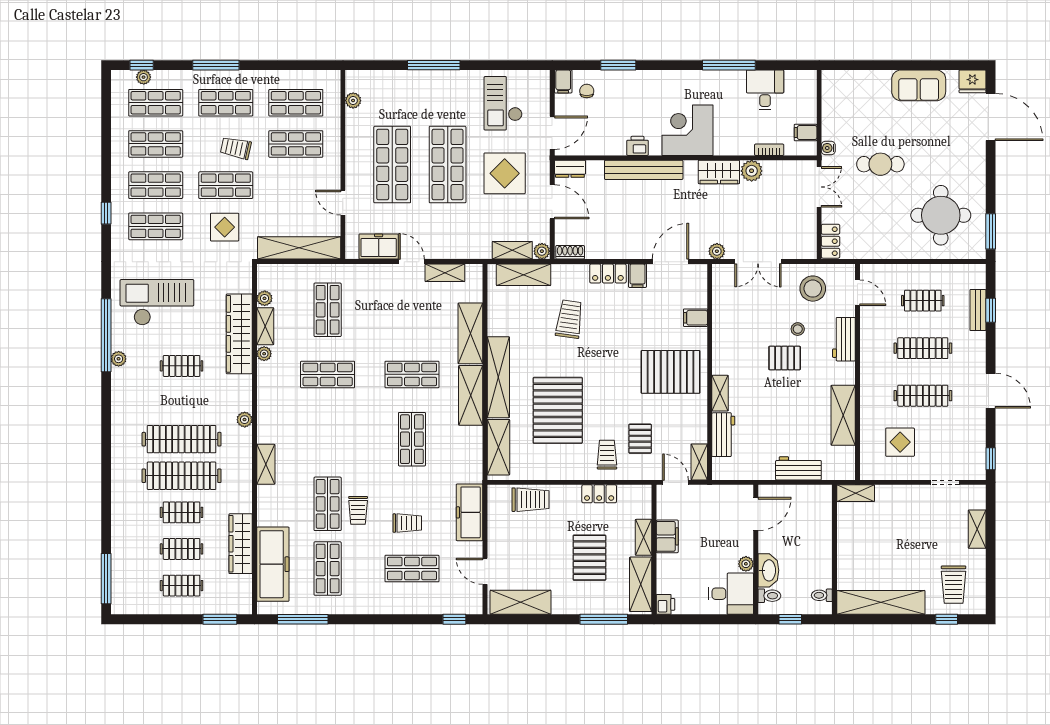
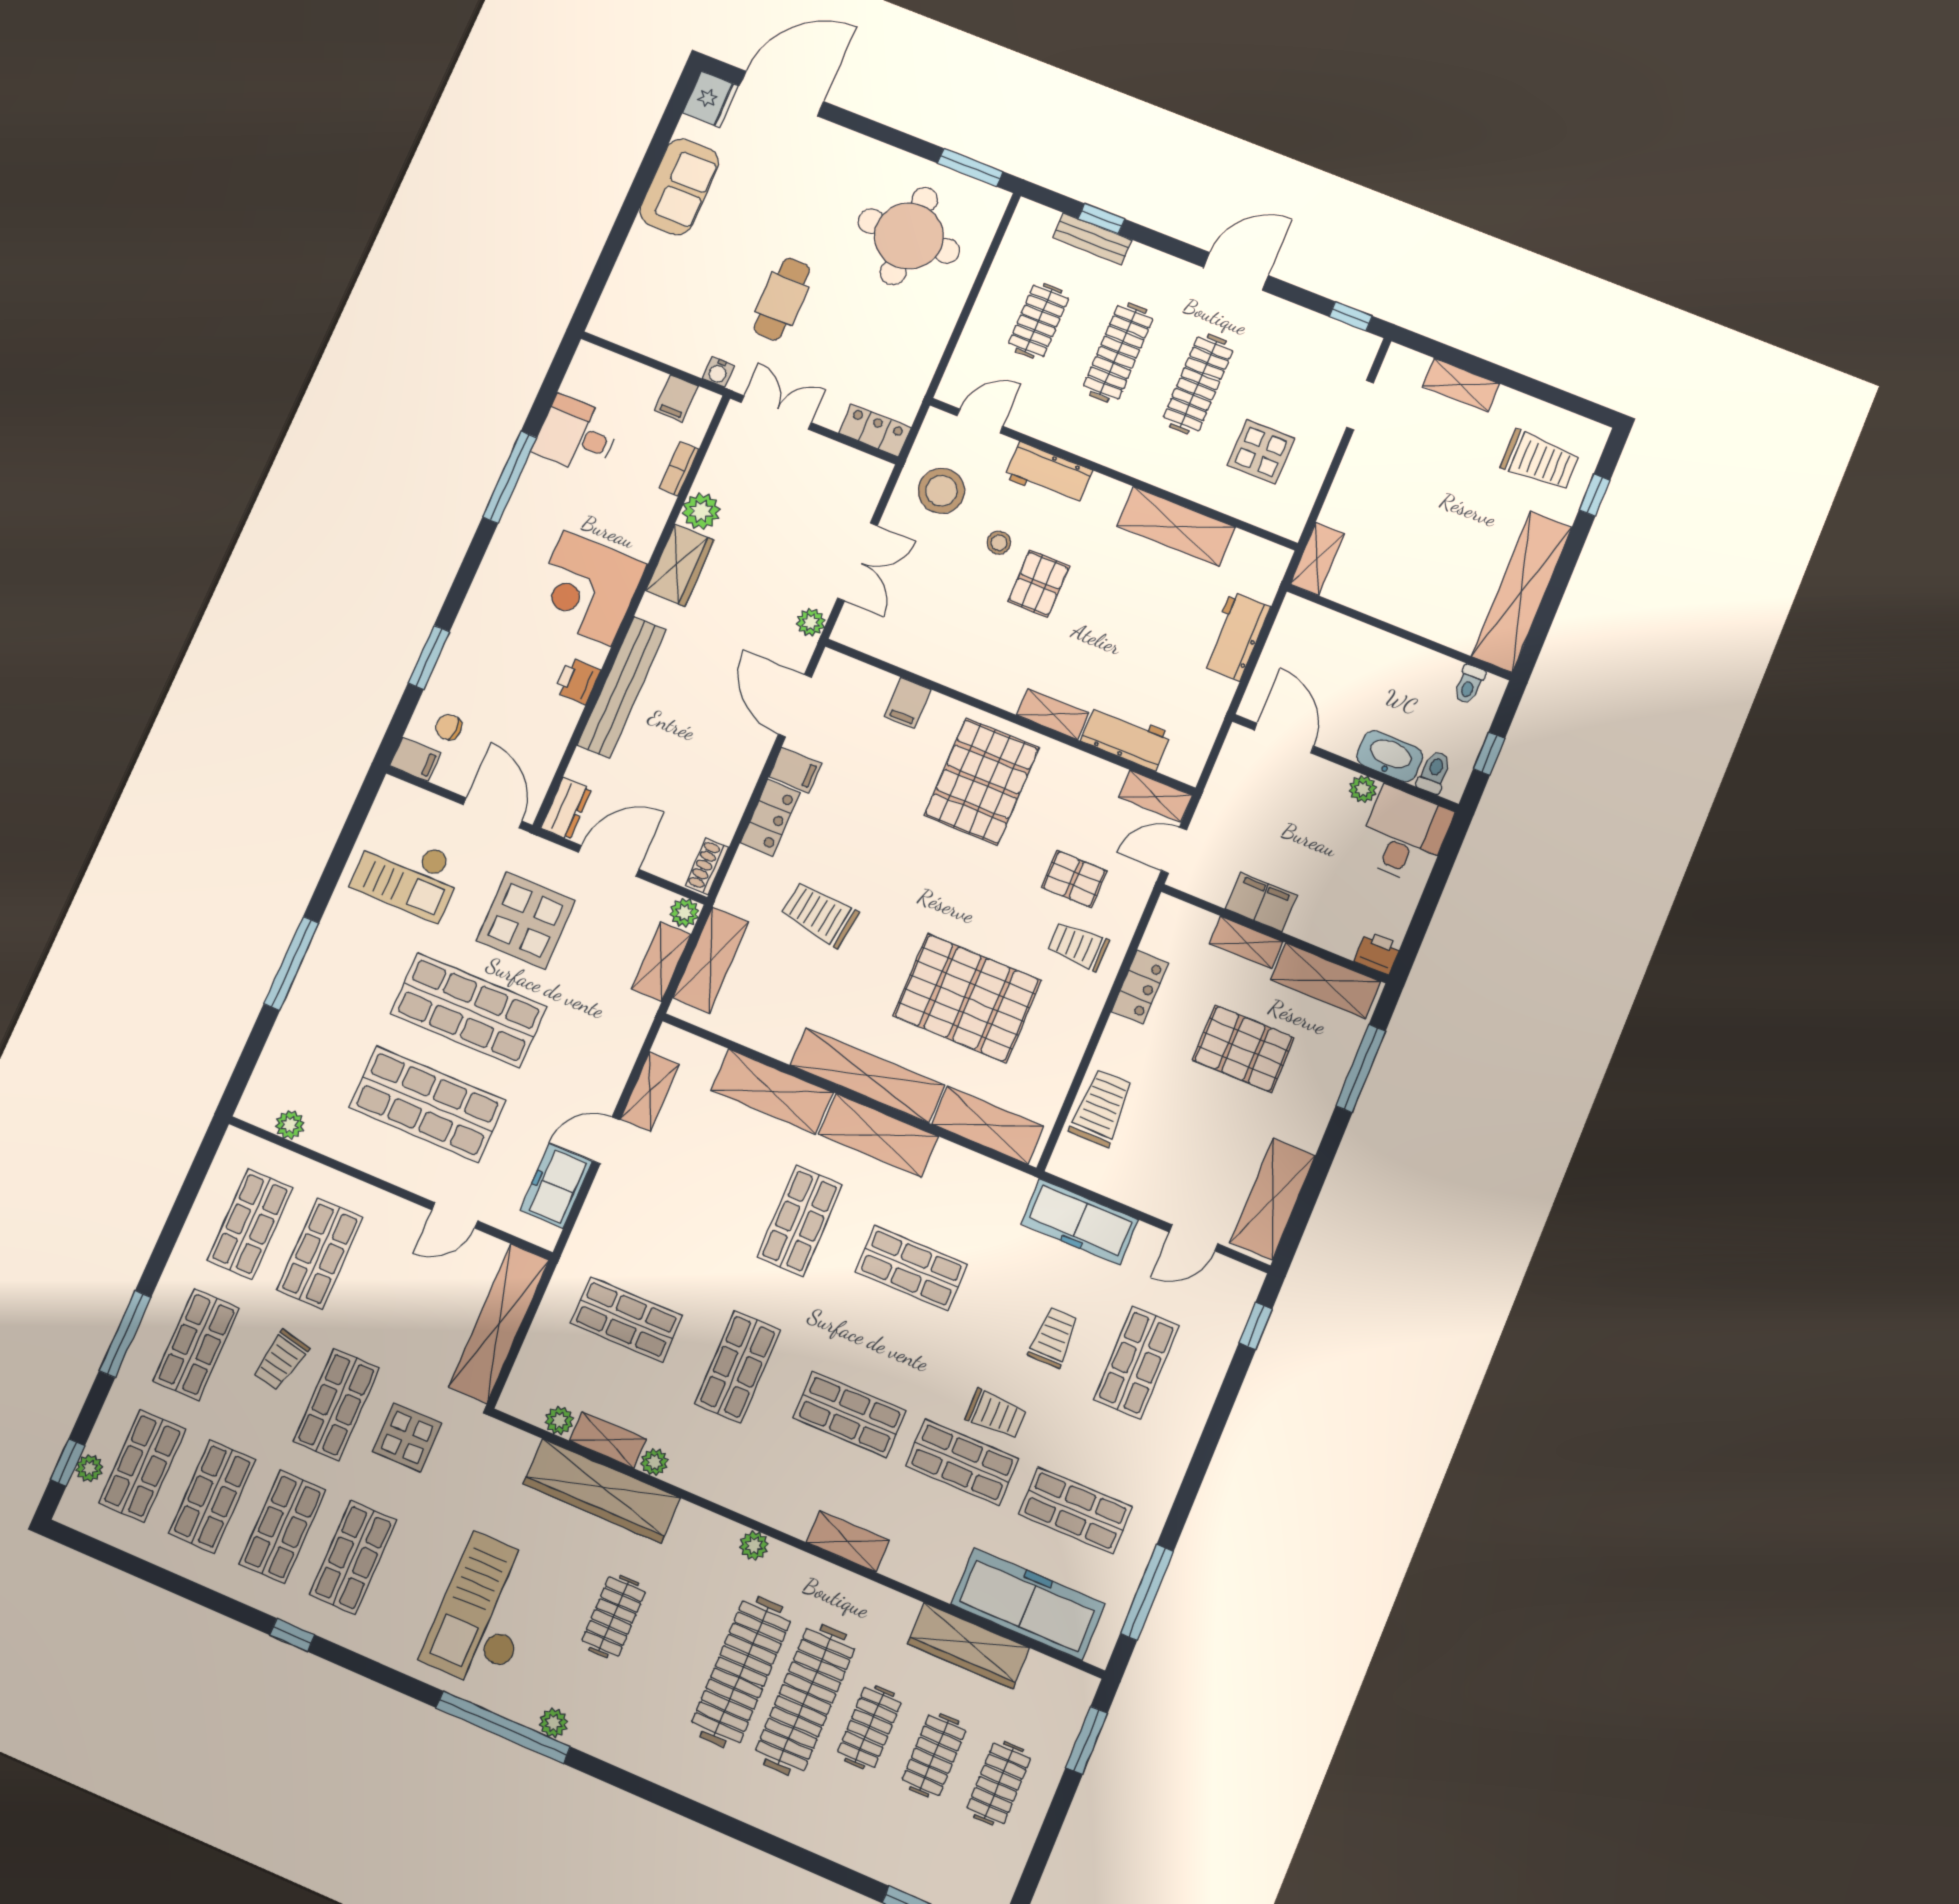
shop shelf: (328, 439) -> (850, 1414), added

